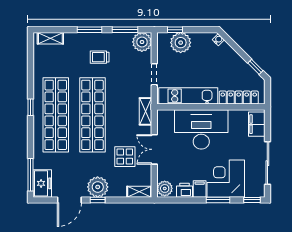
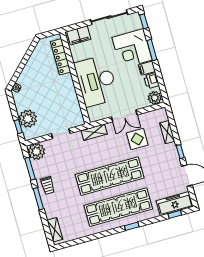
trolley: (100, 57) -> (48, 185), moved
window: (255, 67) -> (31, 50), removed
kitchen unit: (188, 96) -> (71, 100), removed
window: (31, 107) -> (132, 226), moved
window: (31, 175) -> (175, 214), width x0.46
freezer: (42, 183) -> (175, 204), width x1.40
plant: (98, 187) -> (169, 155), removed
shelving: (139, 192) -> (167, 132), moved

